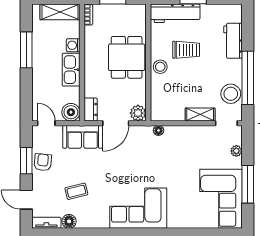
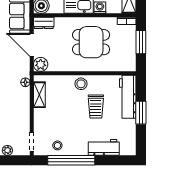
dining table: (127, 57) -> (91, 42), moved
stool: (231, 94) -> (57, 145), width x0.53, depth x0.53
shelving: (200, 114) -> (39, 95), moved

